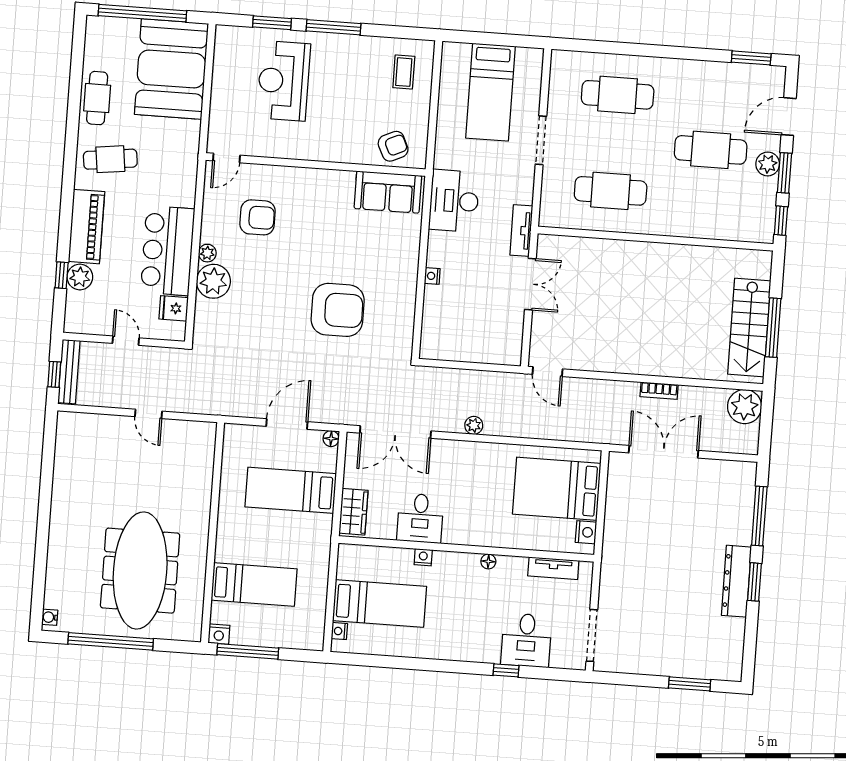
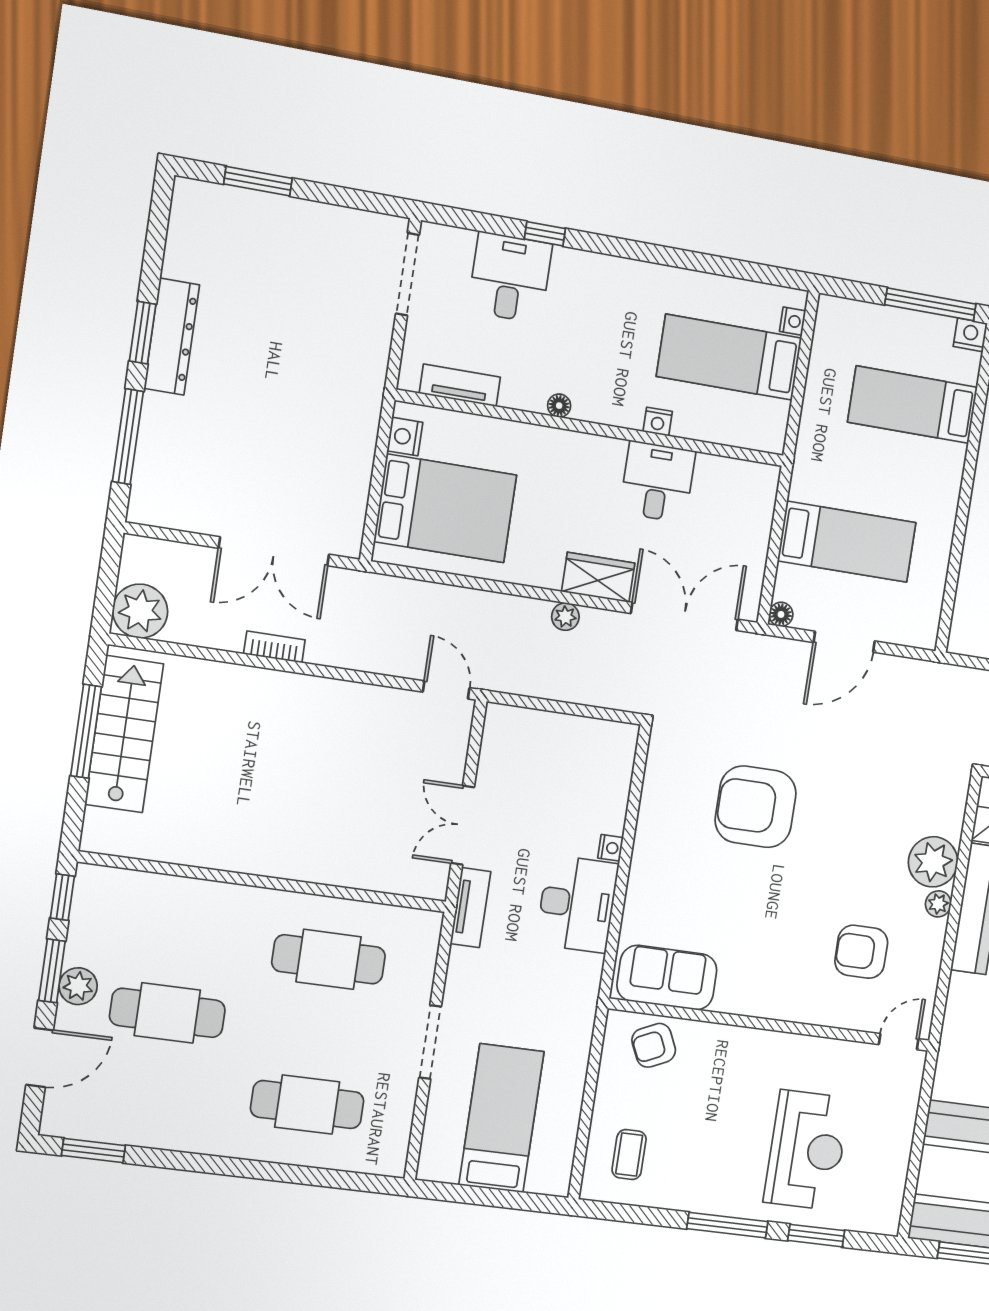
desk: (454, 201) -> (577, 904), moved
wardrobe: (353, 512) -> (598, 577), moved, turned 90

